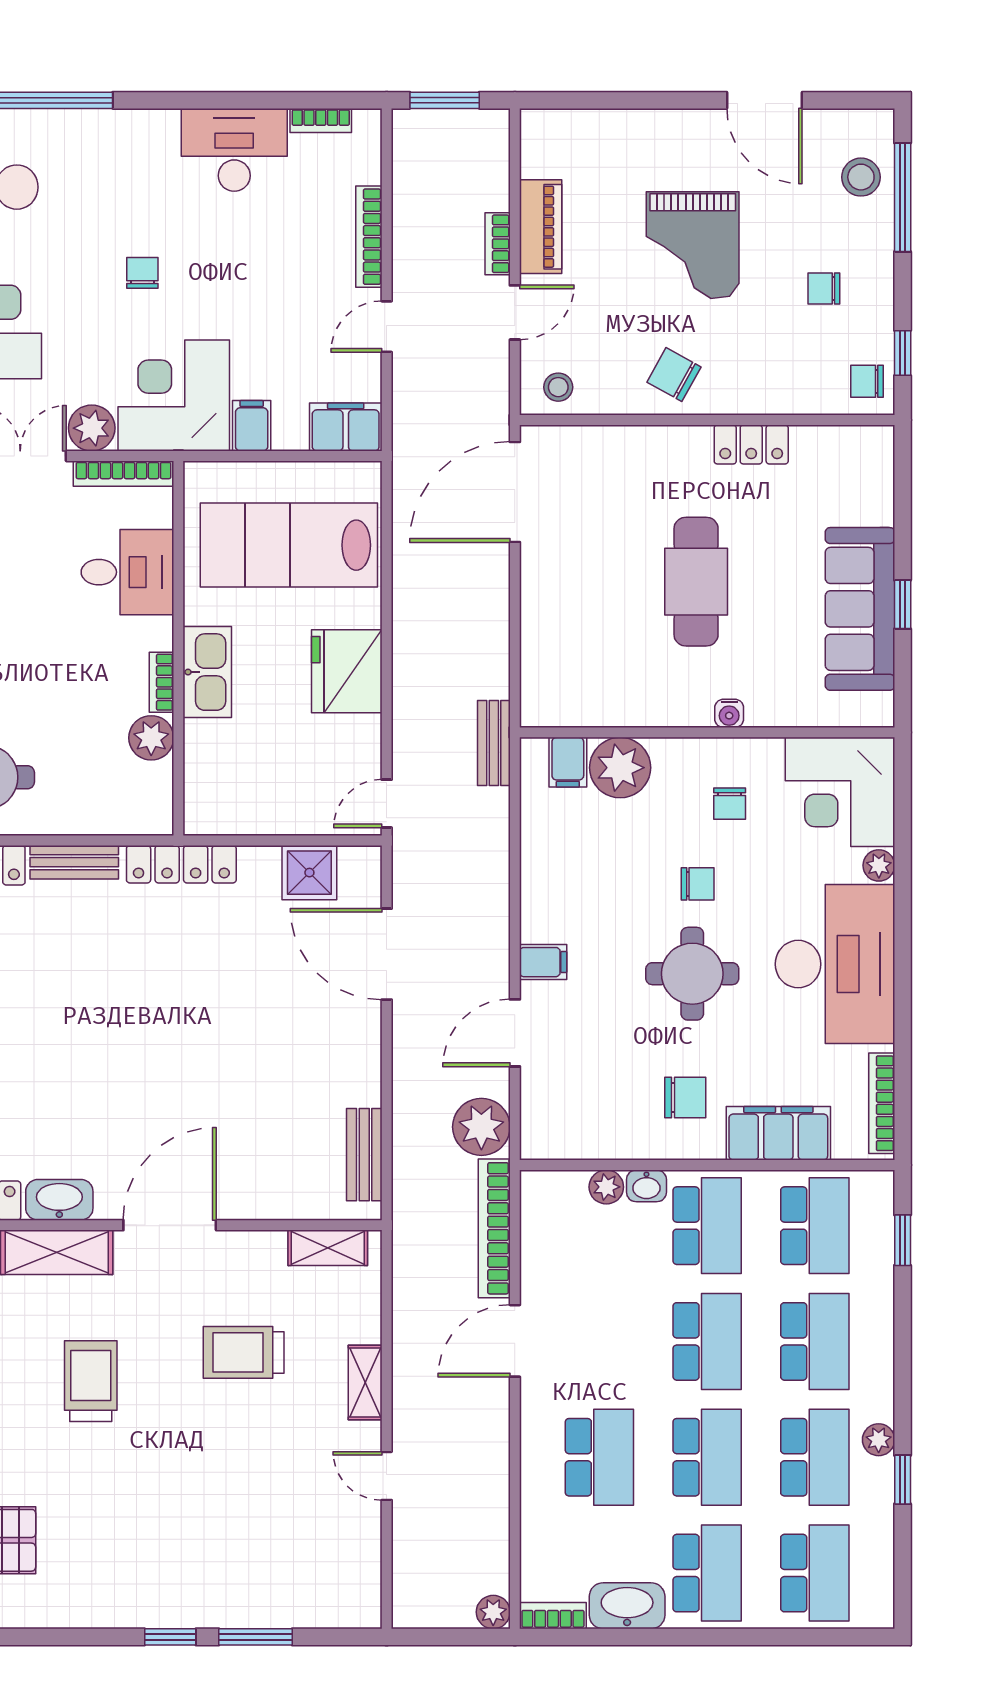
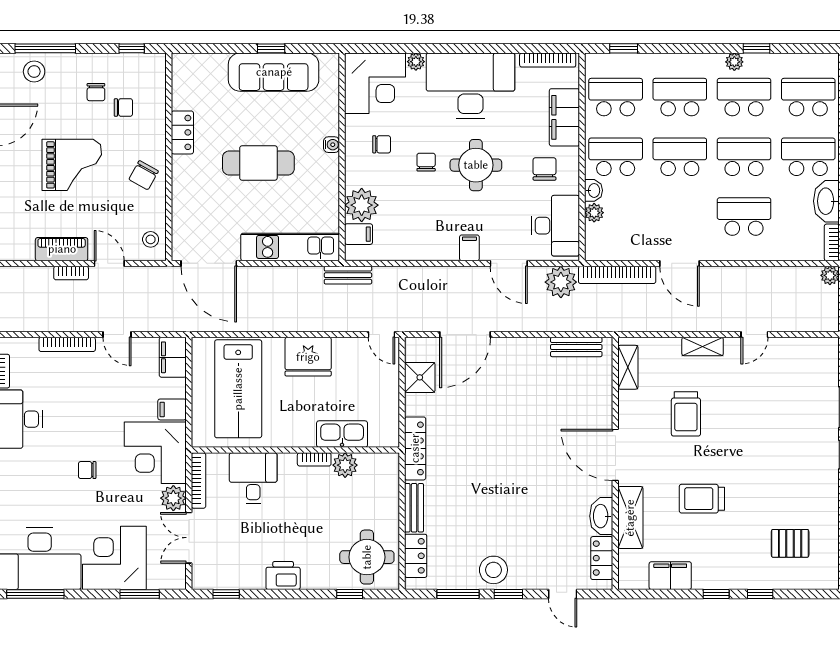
chair: (867, 381) -> (123, 107), moved, turned -90
kitchen unit: (545, 639) -> (290, 247), added
kitchen sink: (207, 672) -> (342, 434), moved
desk: (583, 1117) -> (555, 226), added

